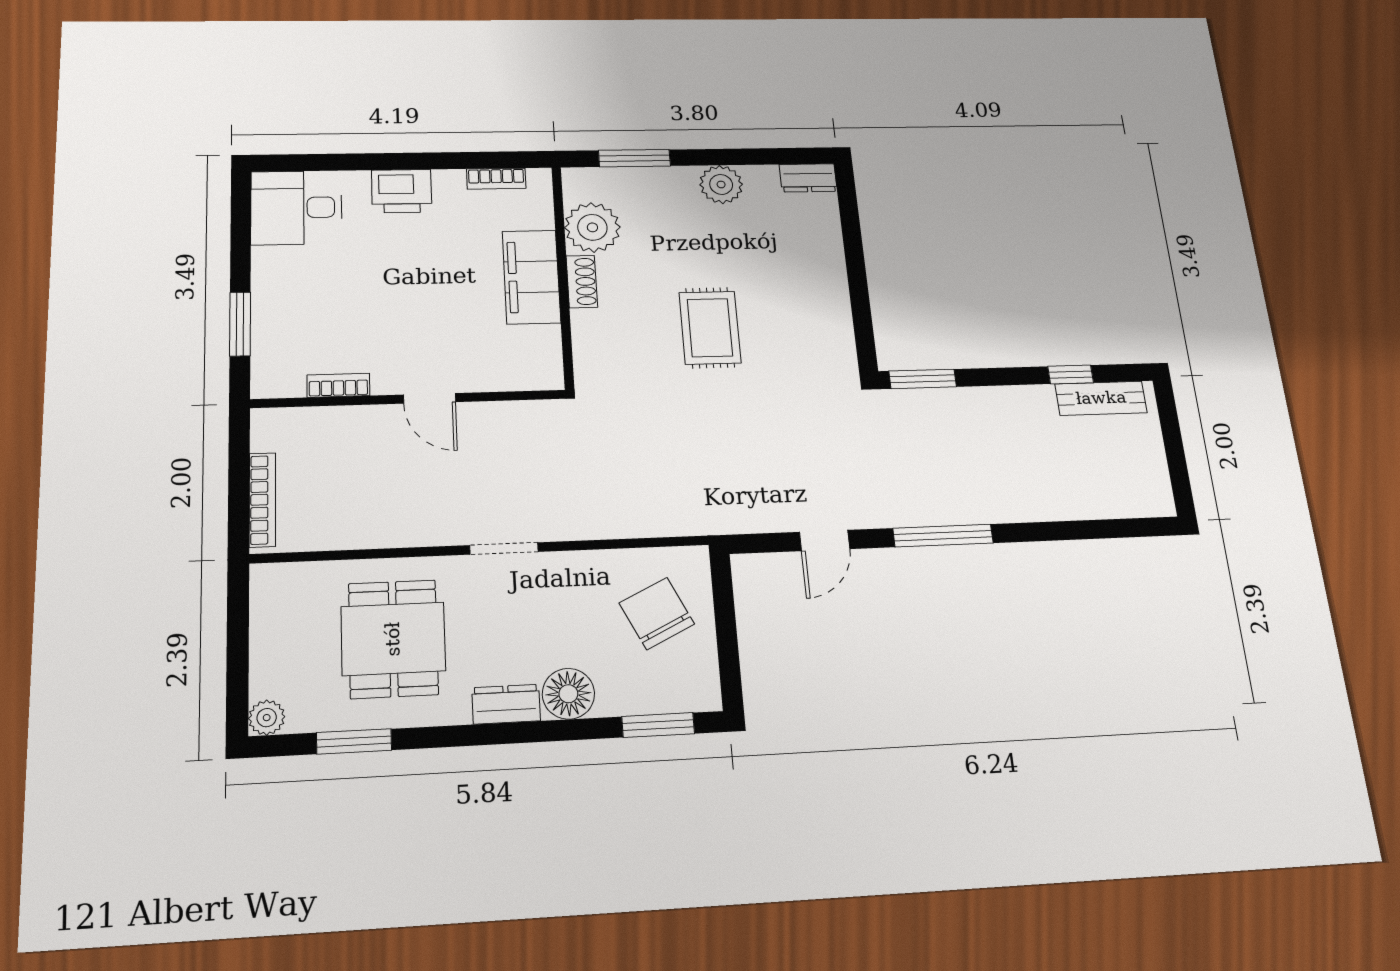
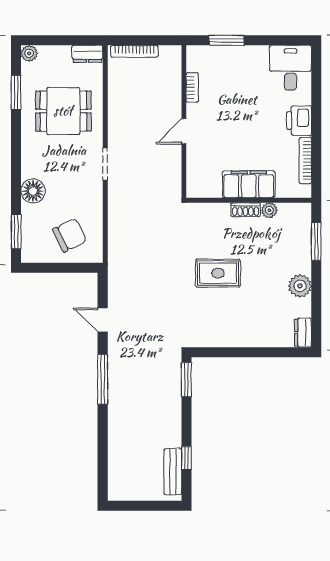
bookcase: (496, 179) -> (305, 161), width x1.56
plant: (592, 227) -> (269, 210), width x0.53, depth x0.53
dresser: (506, 704) -> (87, 54), moved, turned 90

